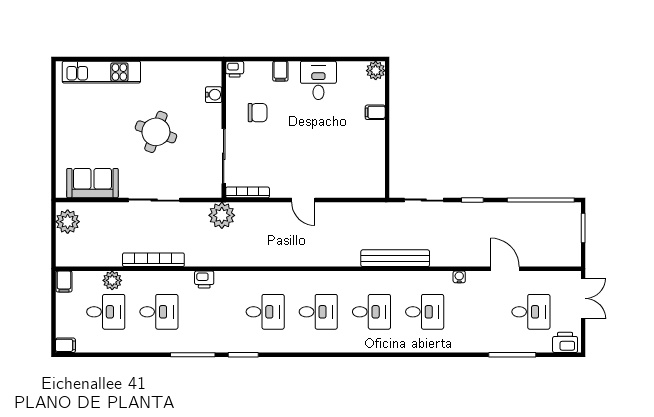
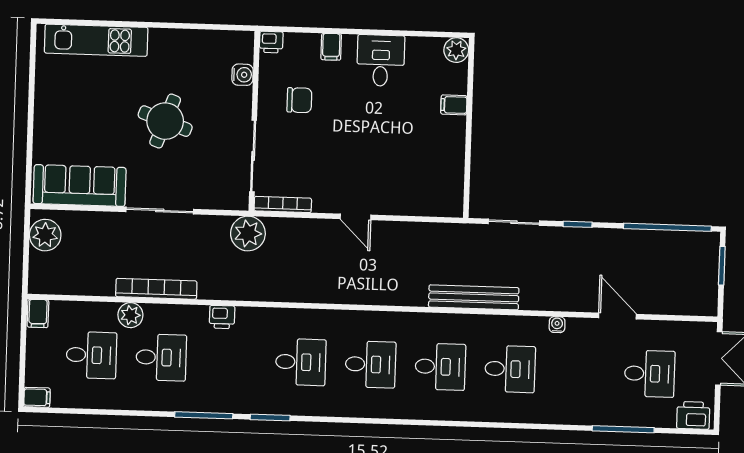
sofa: (92, 183) -> (80, 186), width x1.36
plant: (112, 280) -> (130, 315), moved

